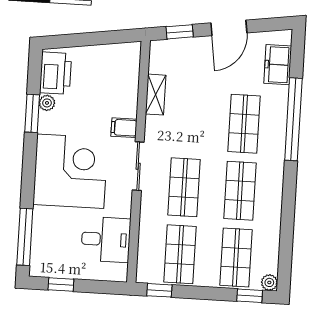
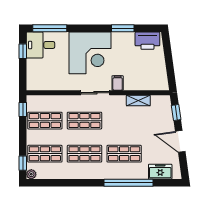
plant: (47, 103) -> (130, 37), removed
desk: (106, 239) -> (41, 45), moved, turned 90

